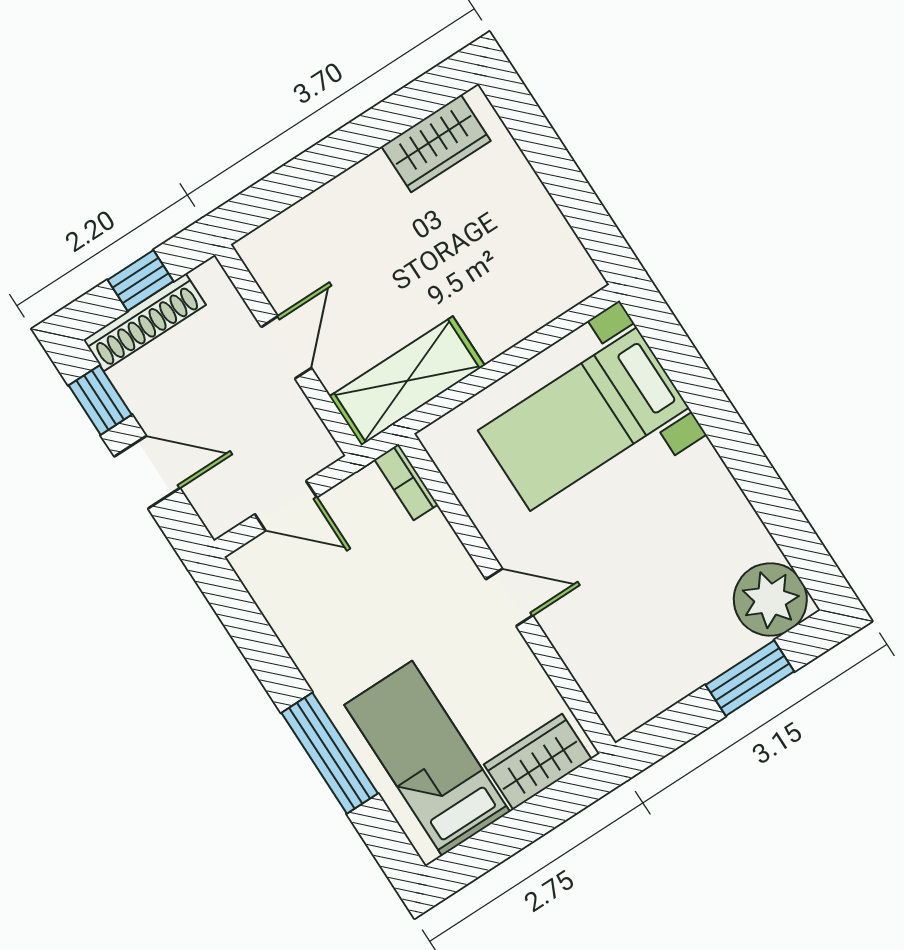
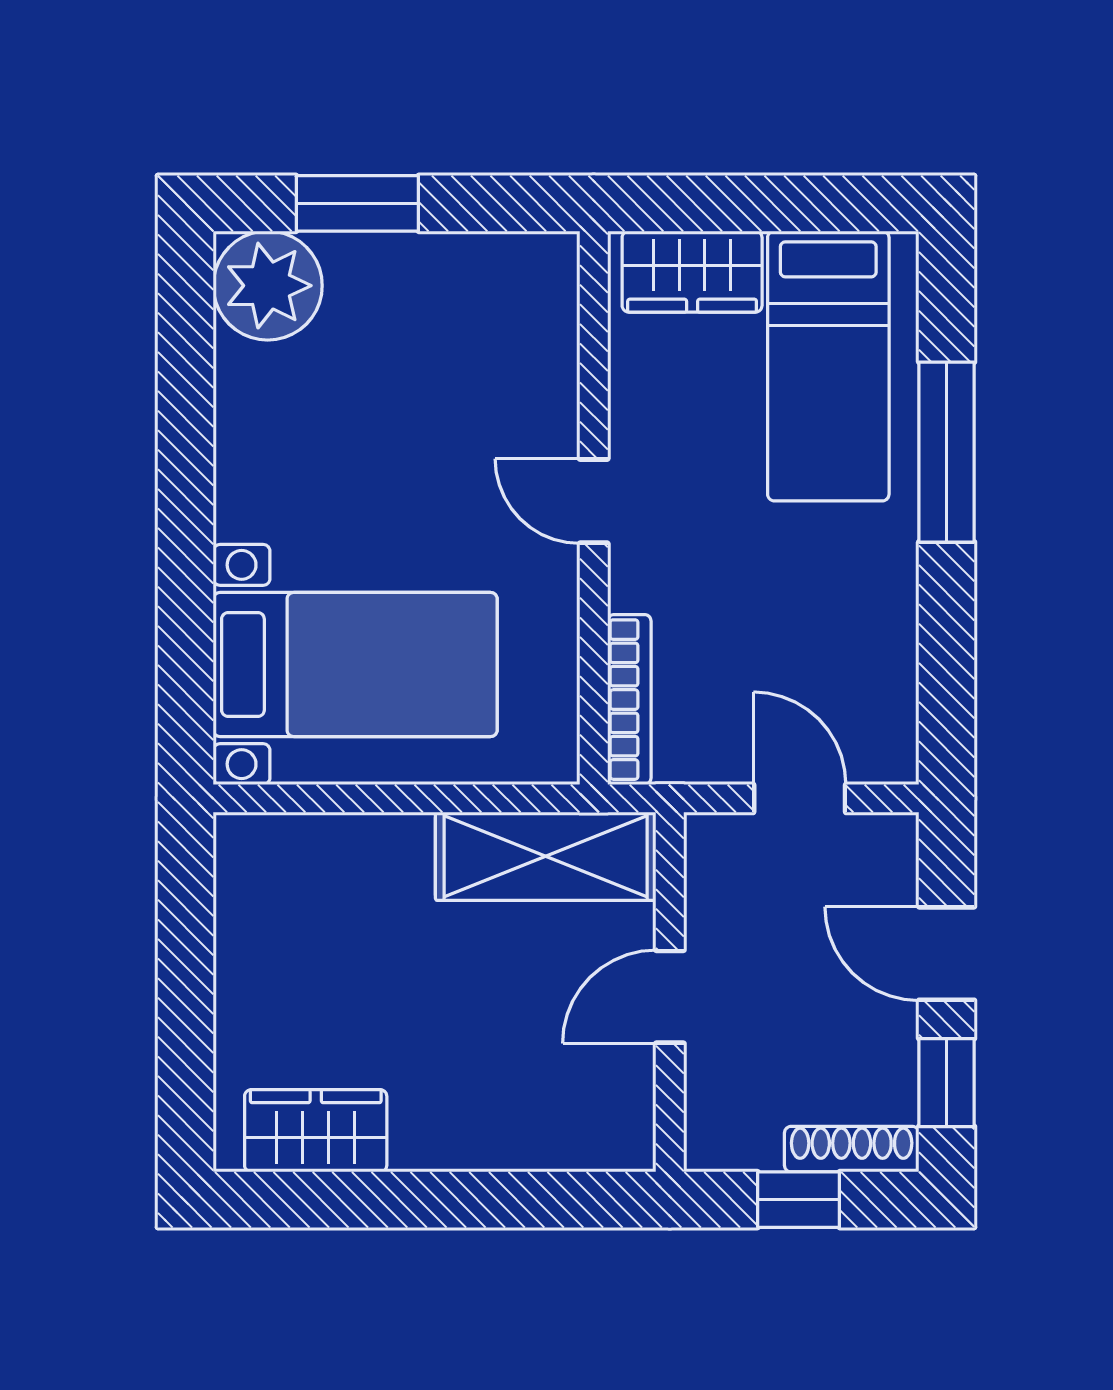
shoe rack: (145, 322) -> (852, 1149), width x0.74, depth x0.81
bookcase: (406, 482) -> (629, 700), width x1.56

